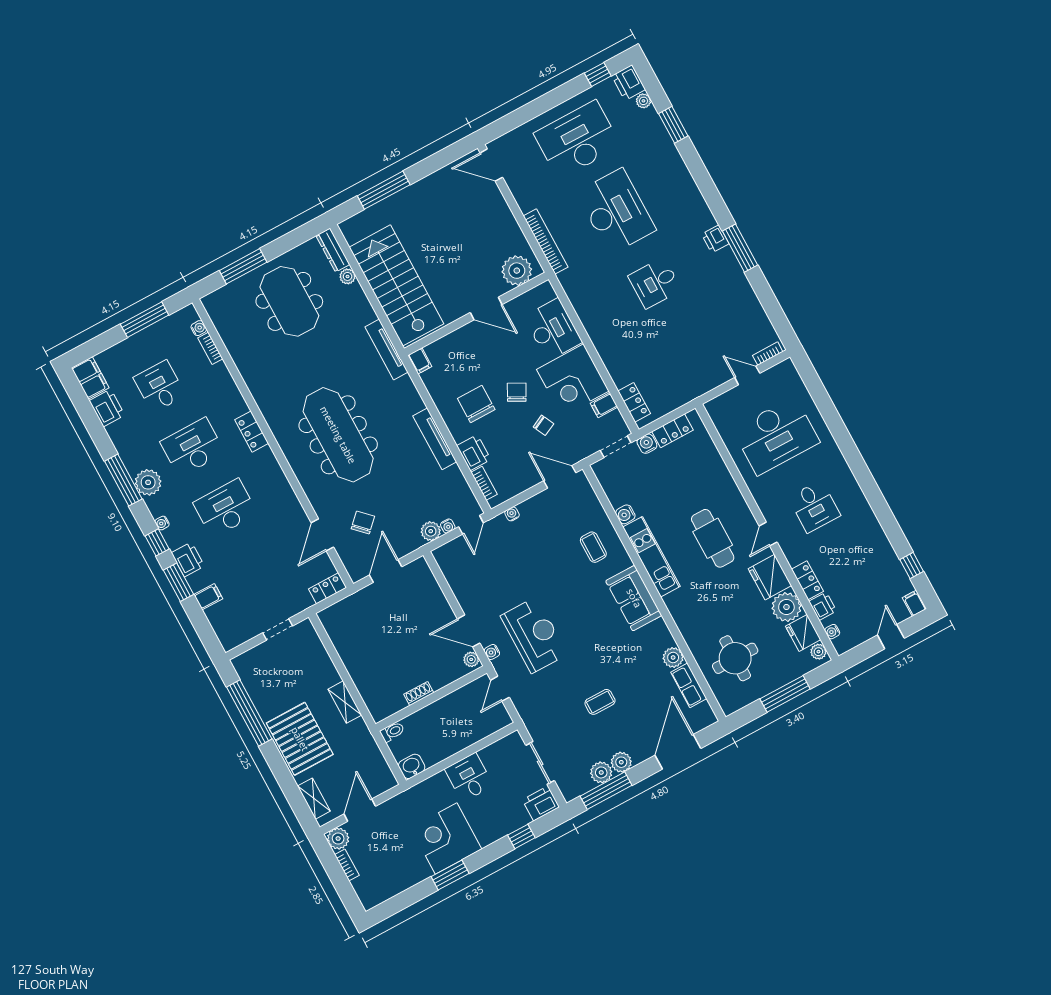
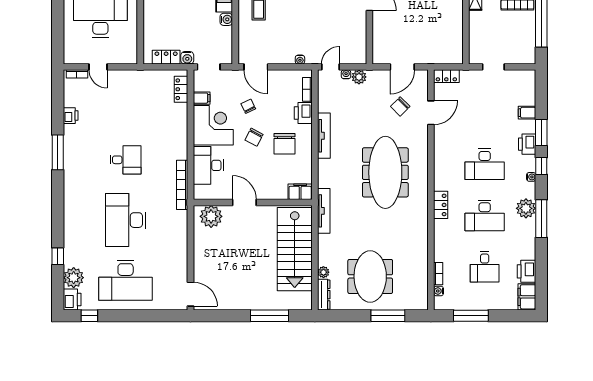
plant: (643, 101) -> (74, 278), width x1.87, depth x1.87
window: (673, 125) -> (58, 256), width x0.67
printer: (715, 239) -> (71, 116), moved
bookcase: (546, 241) -> (182, 185), moved
filing cabinet: (420, 361) -> (300, 192), width x2.00

